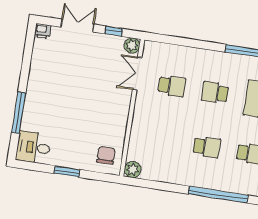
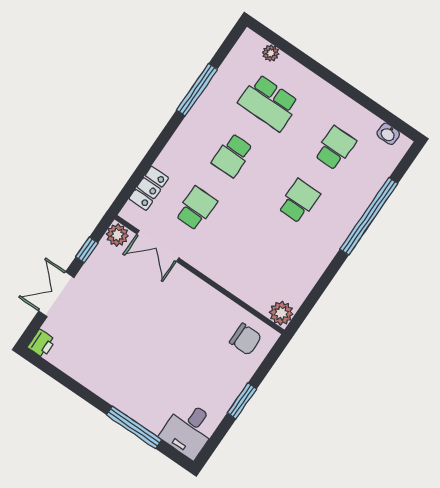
locker: (170, 51) -> (149, 188), added
chair: (106, 155) -> (245, 339), turned 180

